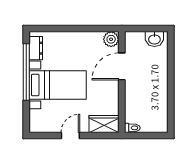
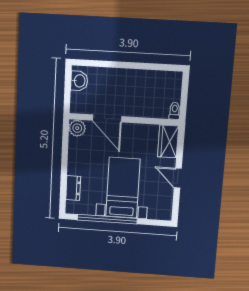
dresser: (36, 48) -> (73, 188), moved, turned 90

